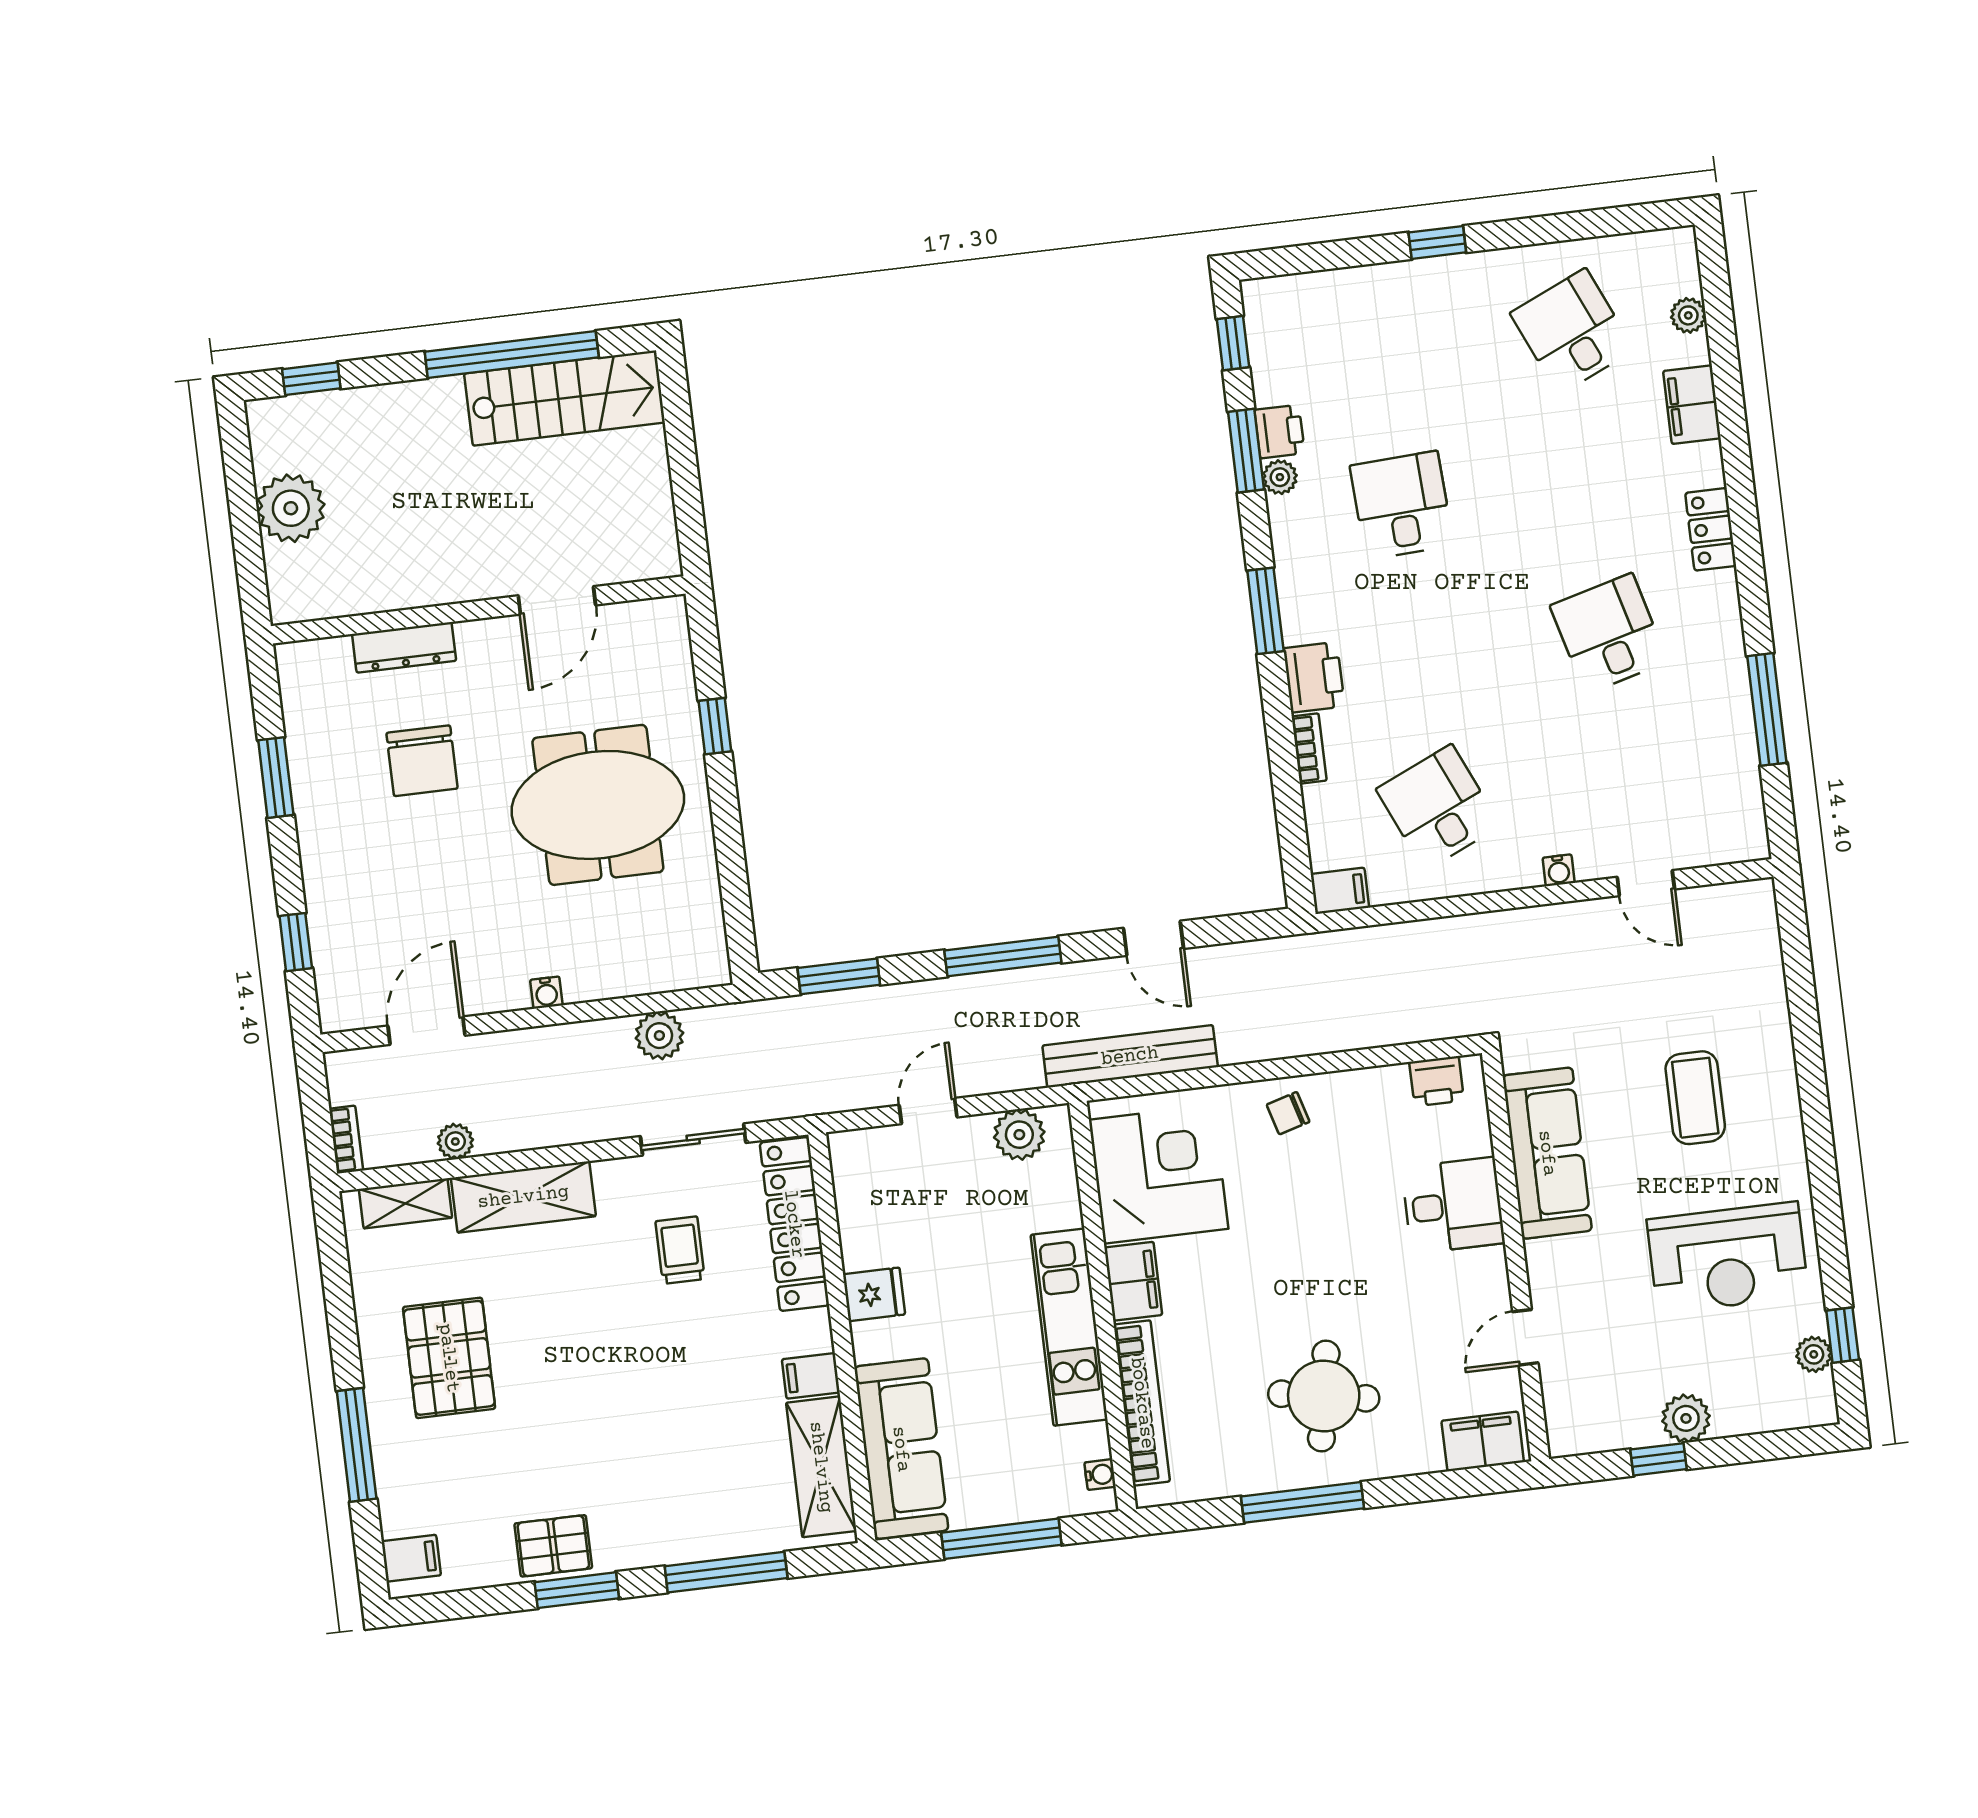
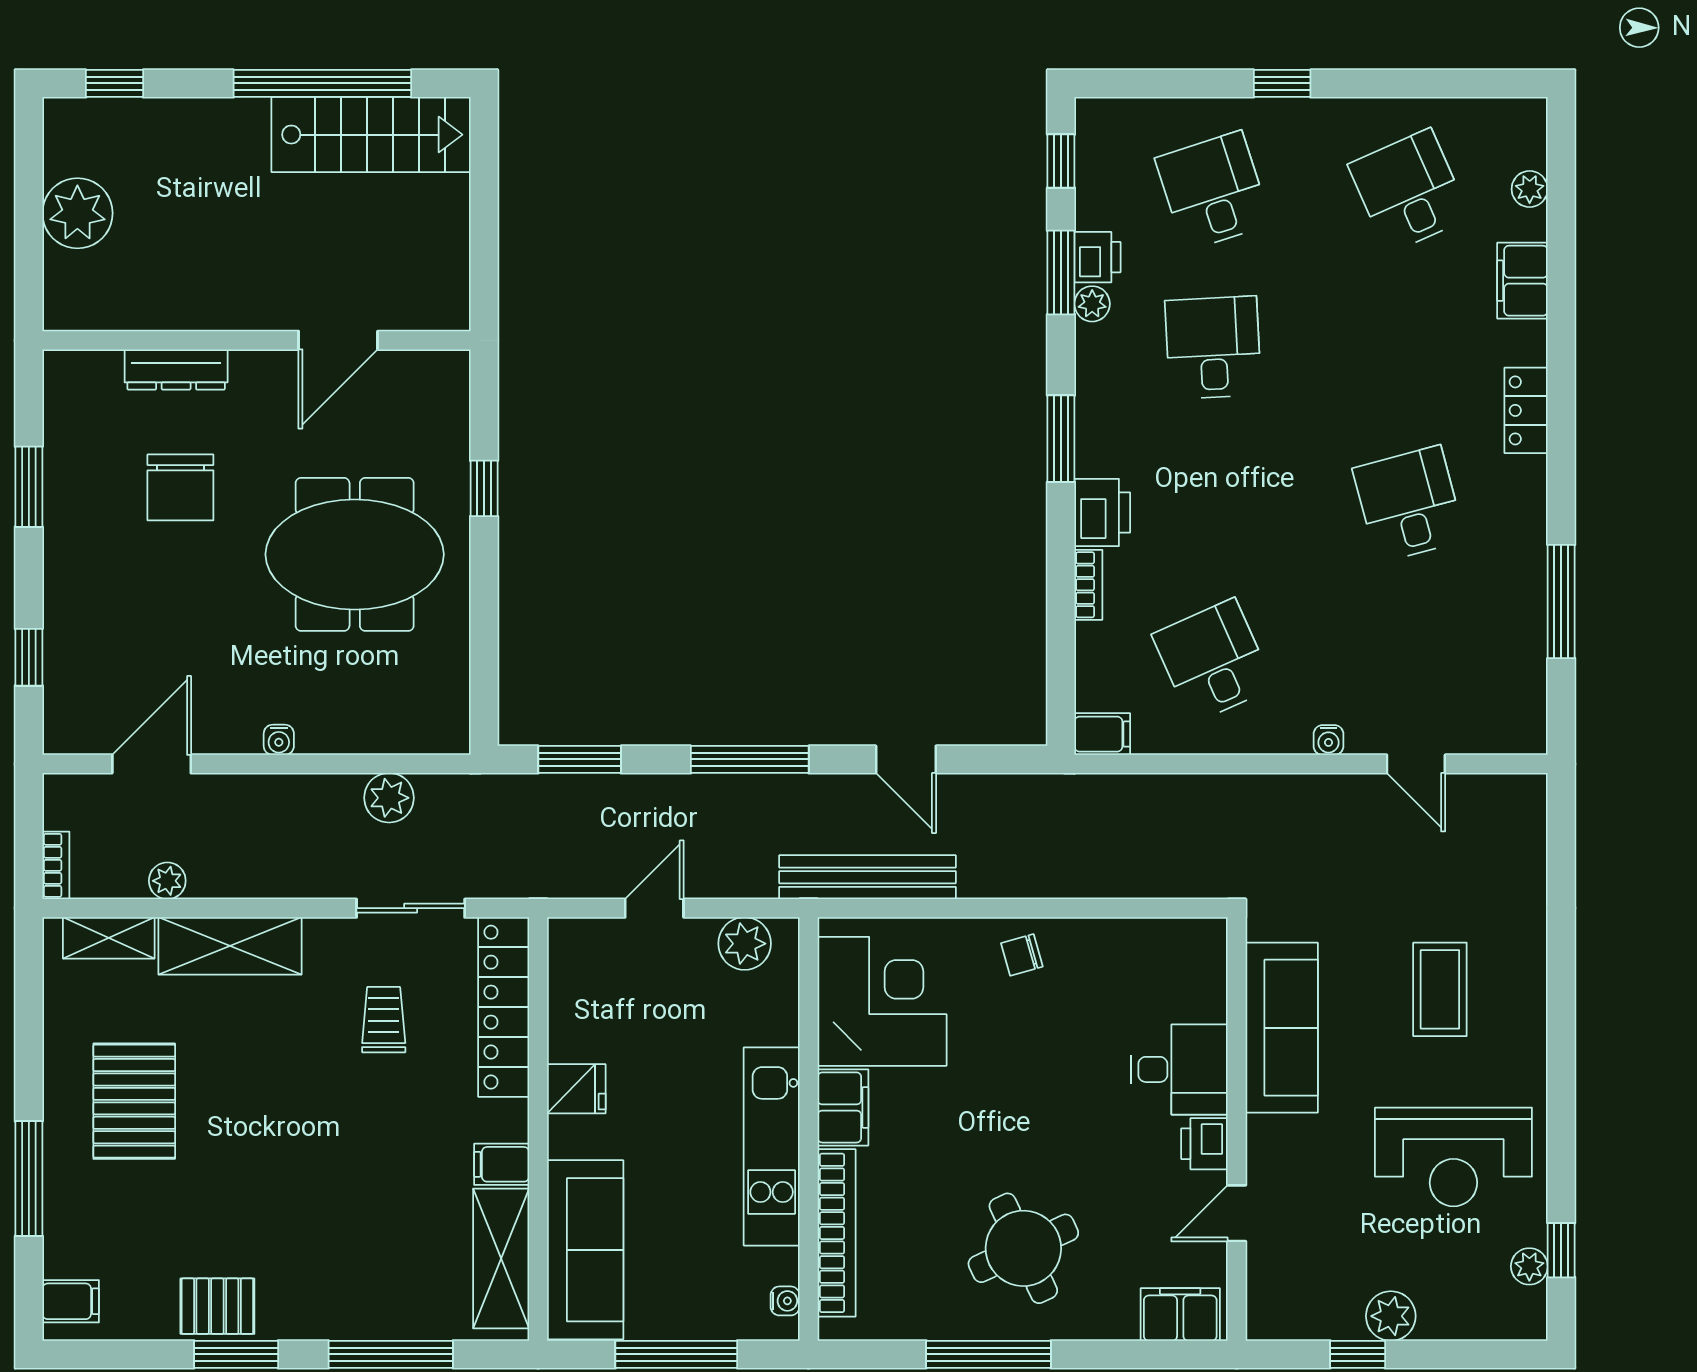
desk: (1383, 354) -> (1213, 191), added
printer: (1437, 1081) -> (1204, 1144), moved, turned 90
round table: (1324, 1396) -> (1023, 1248), turned -35

